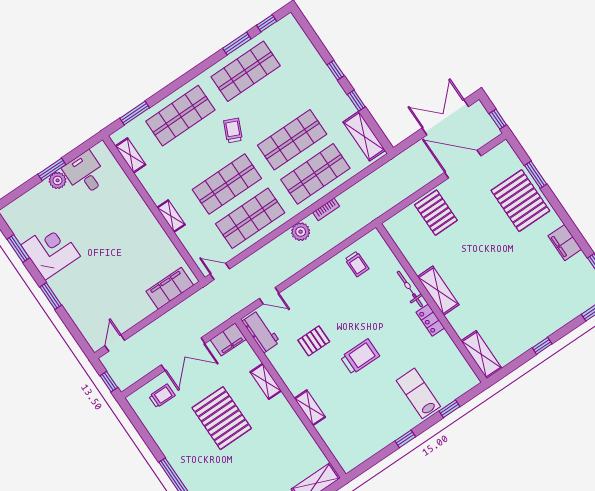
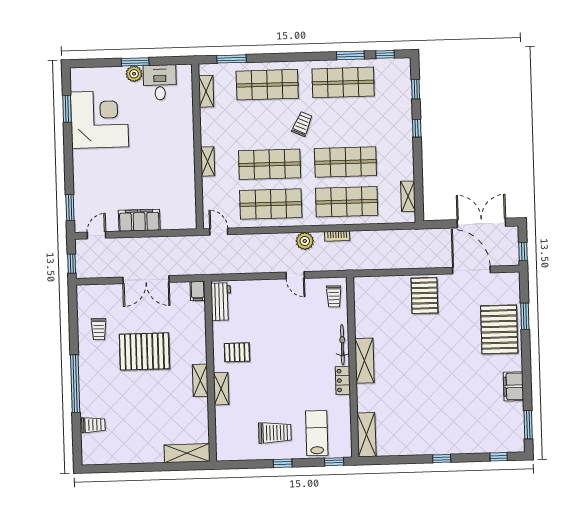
window: (356, 101) -> (416, 89), moved
shelving: (364, 136) -> (408, 196), width x0.67, depth x0.75
corner desk: (51, 251) -> (99, 119), width x1.36, depth x1.36
filing cabinet: (170, 288) -> (139, 220), moved
bicycle: (410, 289) -> (342, 345), moved
shelving: (438, 291) -> (365, 361), moved
window: (51, 296) -> (70, 208), moved
door: (269, 296) -> (295, 275), moved
wall: (431, 303) -> (353, 367), moved
locker: (430, 320) -> (343, 380), moved
filing cabinet: (228, 339) -> (198, 291), width x0.50
pallet: (314, 341) -> (237, 352), moved
shelving: (481, 355) -> (367, 435), moved
trolley: (360, 357) -> (275, 433), moved
shelving: (266, 381) -> (200, 380), moved
trolley: (162, 396) -> (99, 329), moved, turned 90
pallet: (222, 418) -> (144, 351), turned 90

